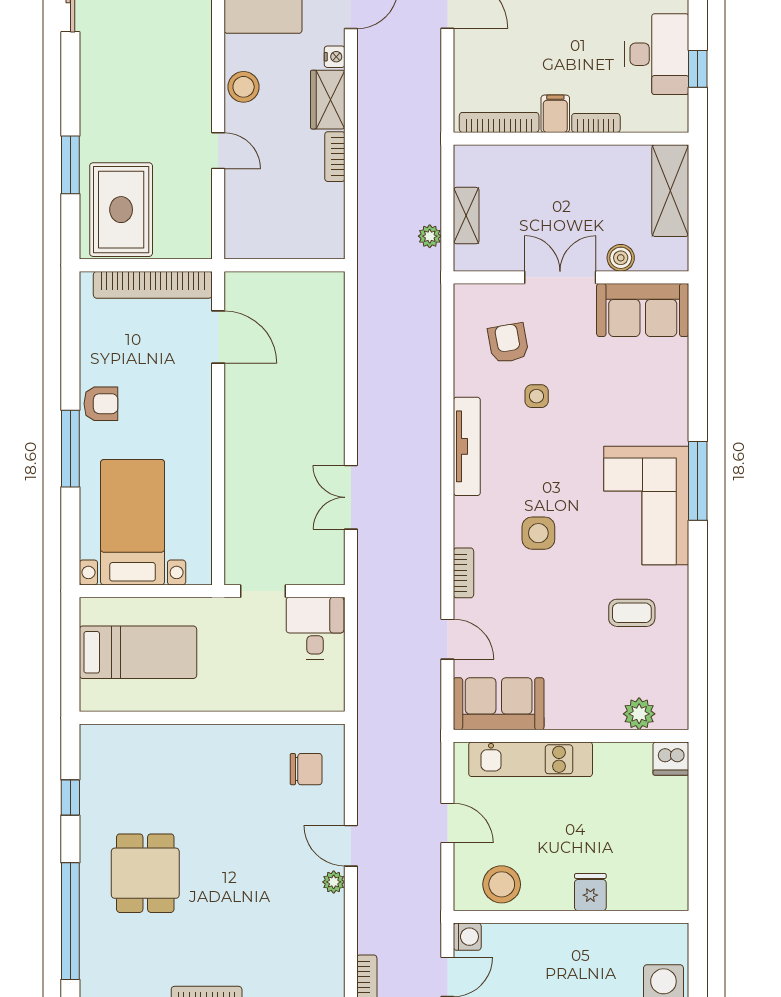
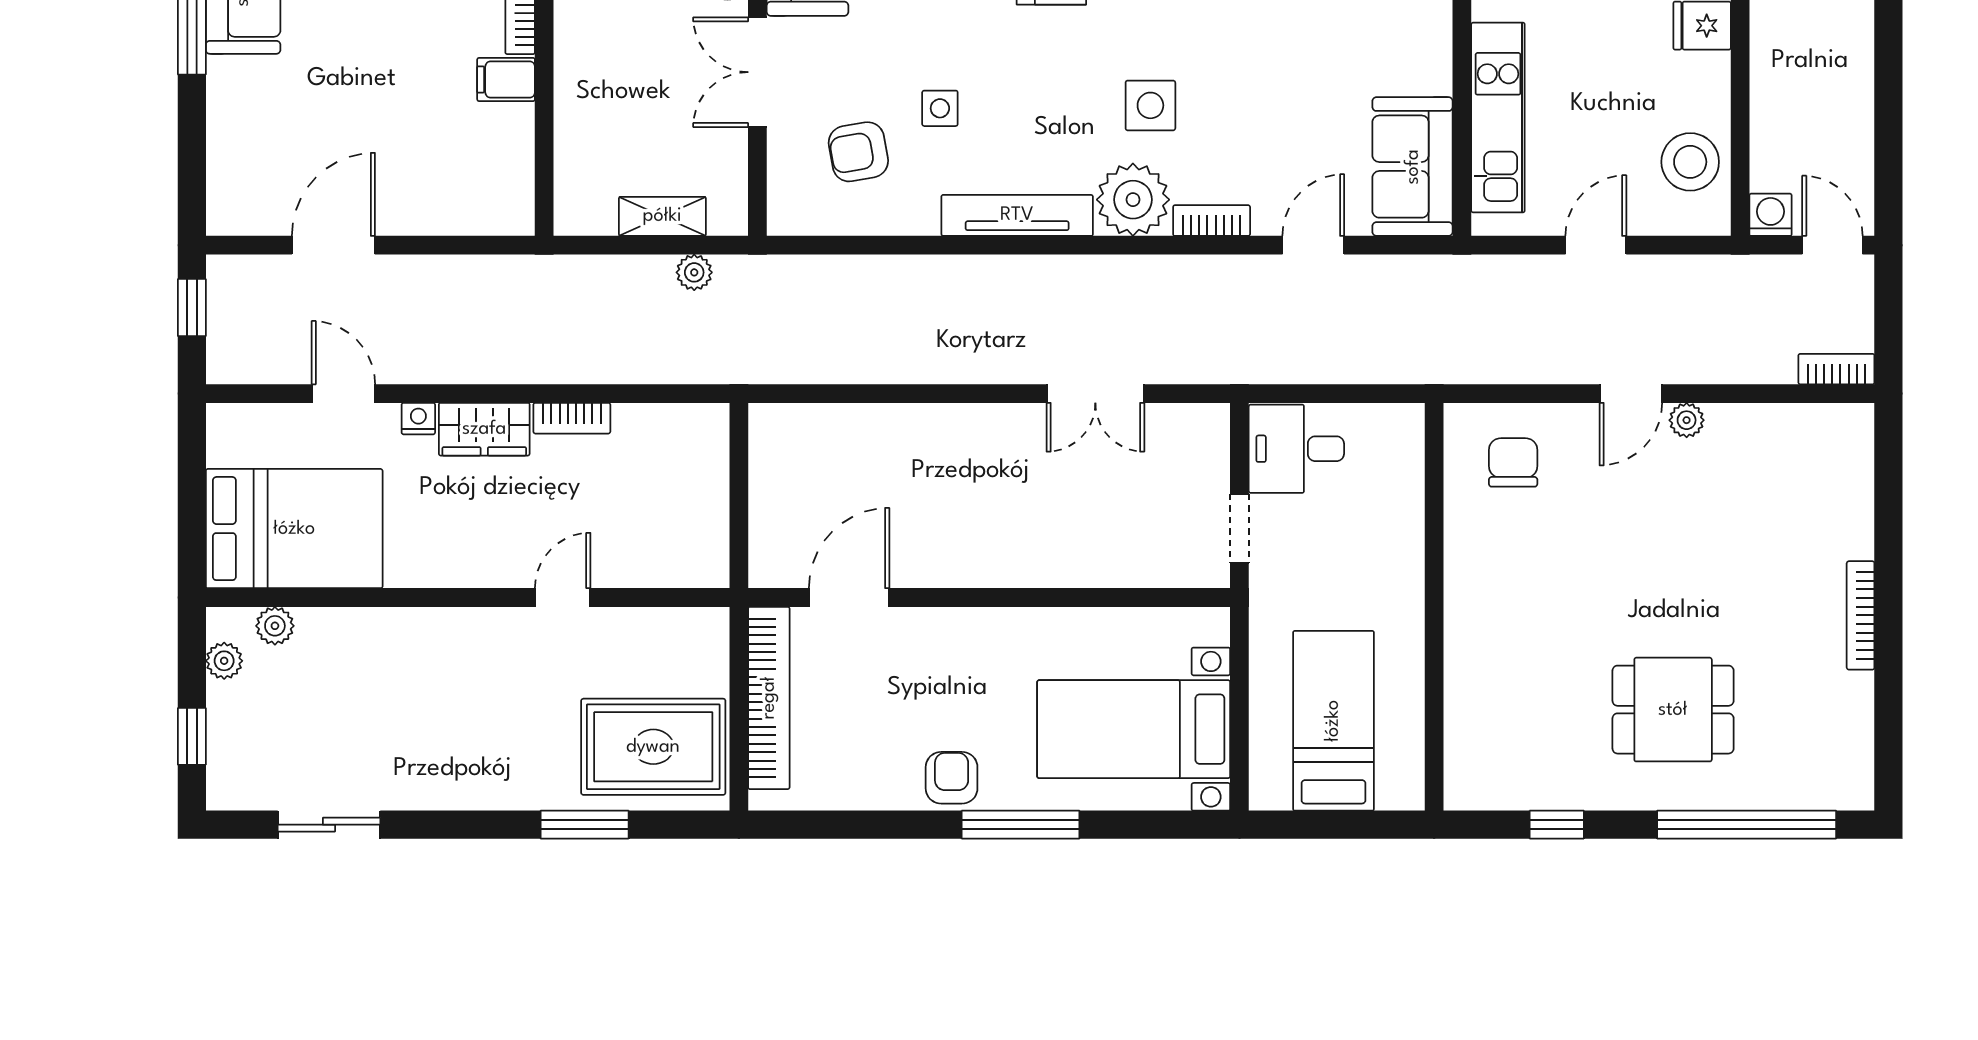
stool: (244, 87) -> (465, 559), removed
bookcase: (499, 122) -> (519, 166), removed
plant: (477, 522) -> (1133, 200), added

